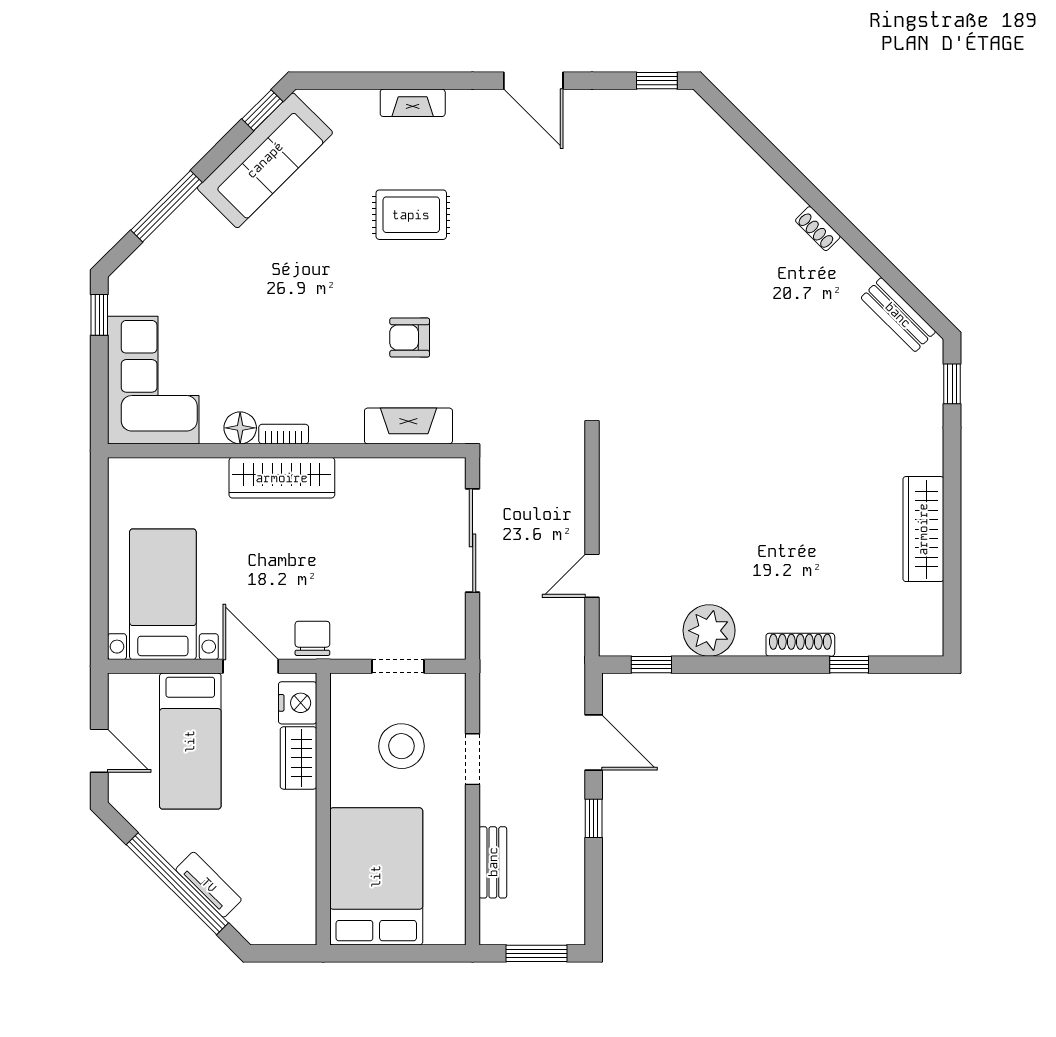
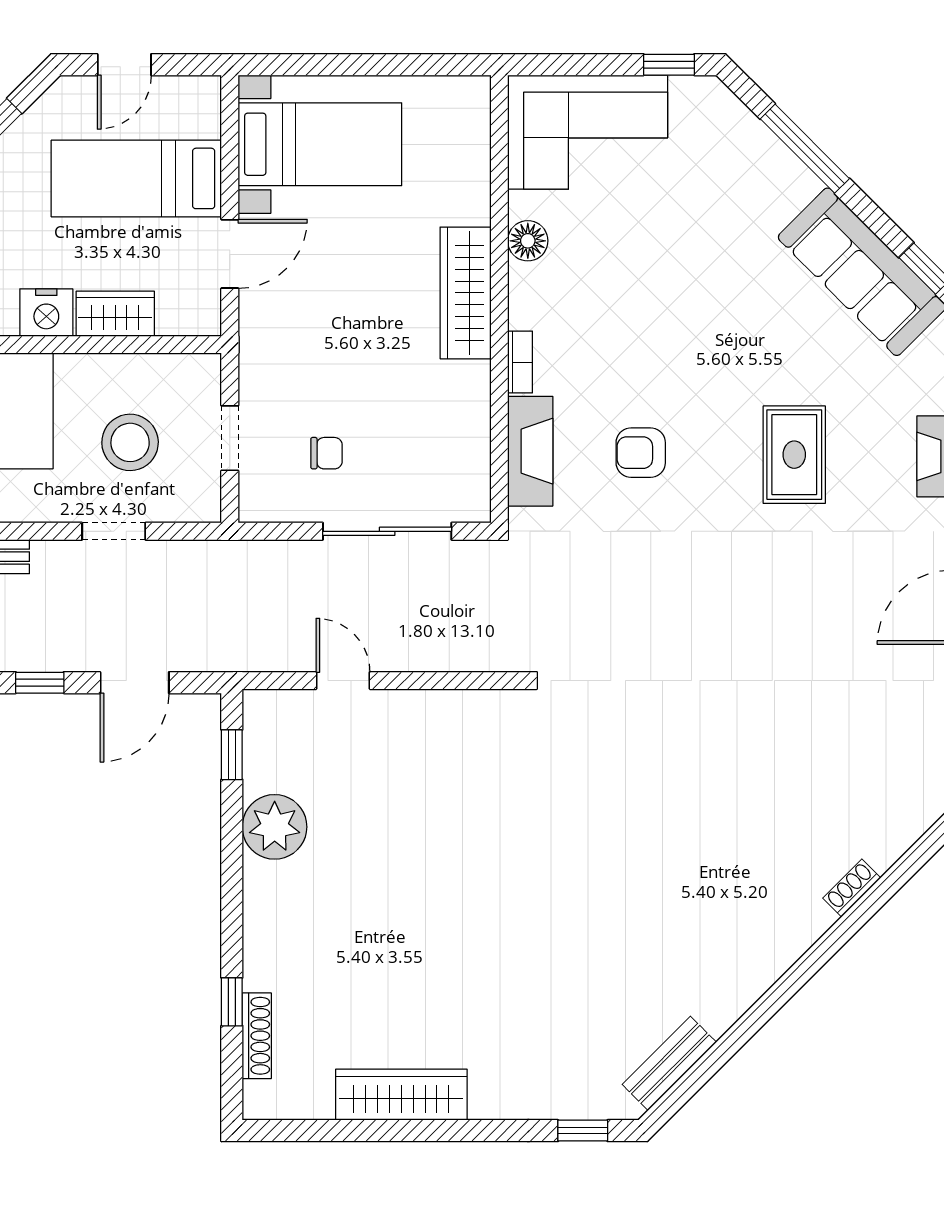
shoe rack: (818, 229) -> (852, 888), moved
armchair: (410, 338) -> (641, 453), turned -90
bookcase: (284, 434) -> (520, 362), moved
chair: (312, 638) -> (326, 453), moved, width x0.73, depth x0.73
shoe rack: (800, 645) -> (257, 1036), moved
nightstand: (298, 703) -> (46, 313), moved

